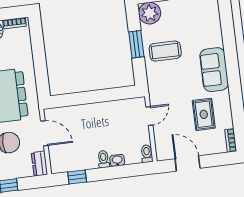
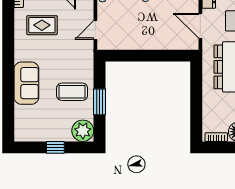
sofa: (214, 70) -> (26, 83), moved
rug: (204, 114) -> (42, 25), turned 90

